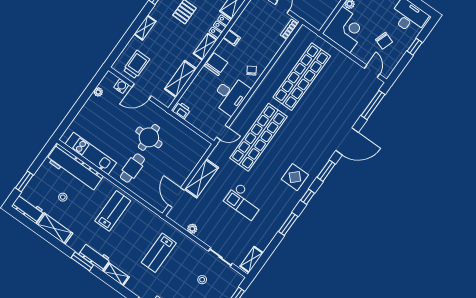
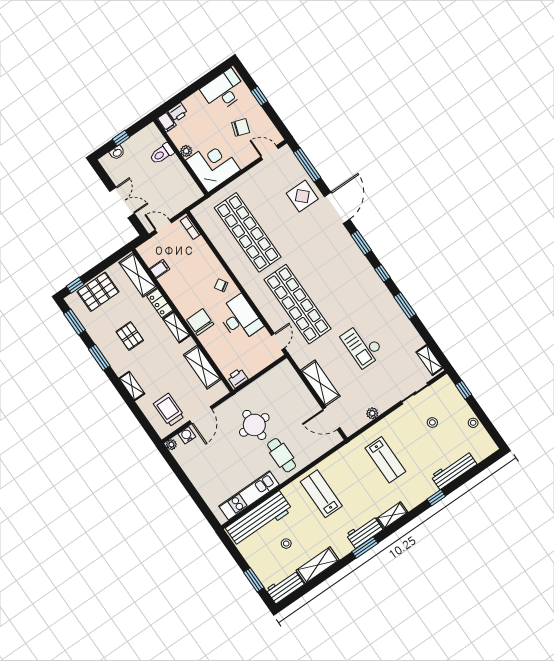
filing cabinet: (232, 38) -> (160, 269), moved
plant: (98, 92) -> (171, 445), moved
display table: (295, 177) -> (302, 196), moved
checkout: (244, 201) -> (362, 345), turned 90

